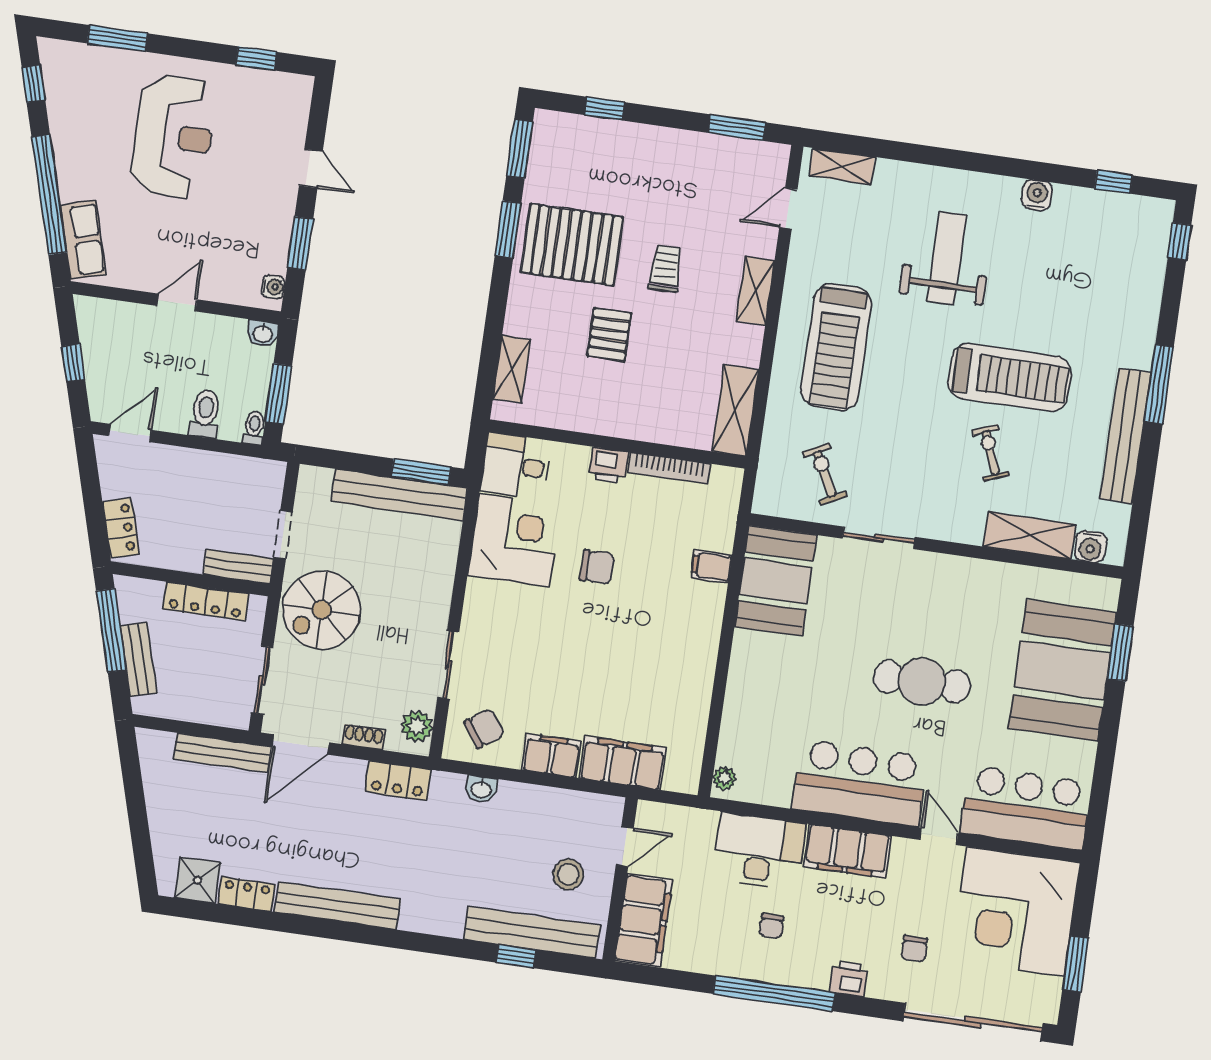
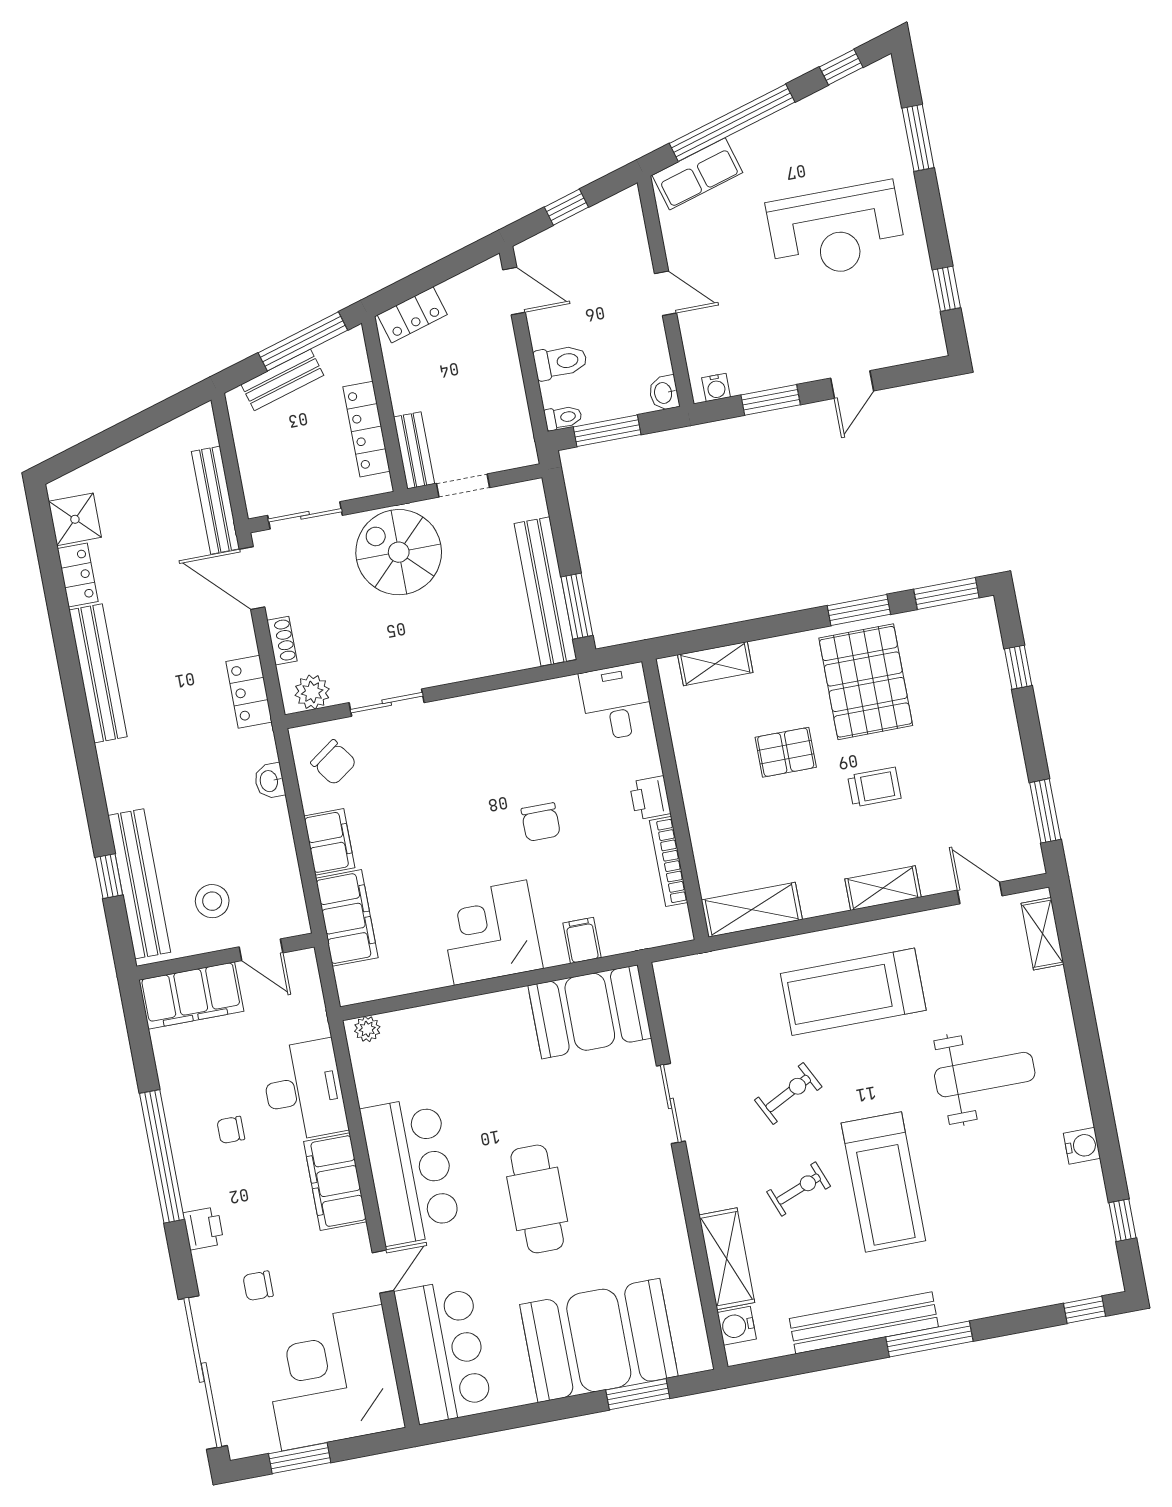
exercise bike: (825, 474) -> (788, 1093), moved
corner desk: (514, 540) -> (490, 933), moved, turned 180

